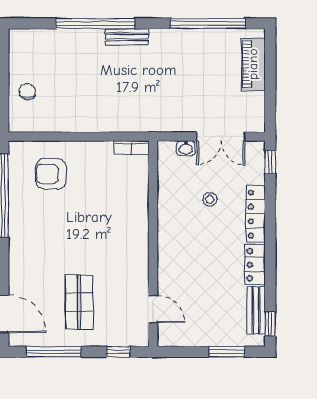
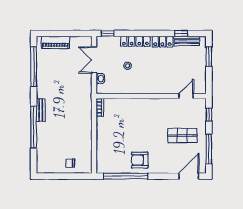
double door: (221, 137) -> (94, 60), swing flipped
armchair: (51, 174) -> (140, 160), moved, turned 90
window: (270, 324) -> (181, 33), moved

